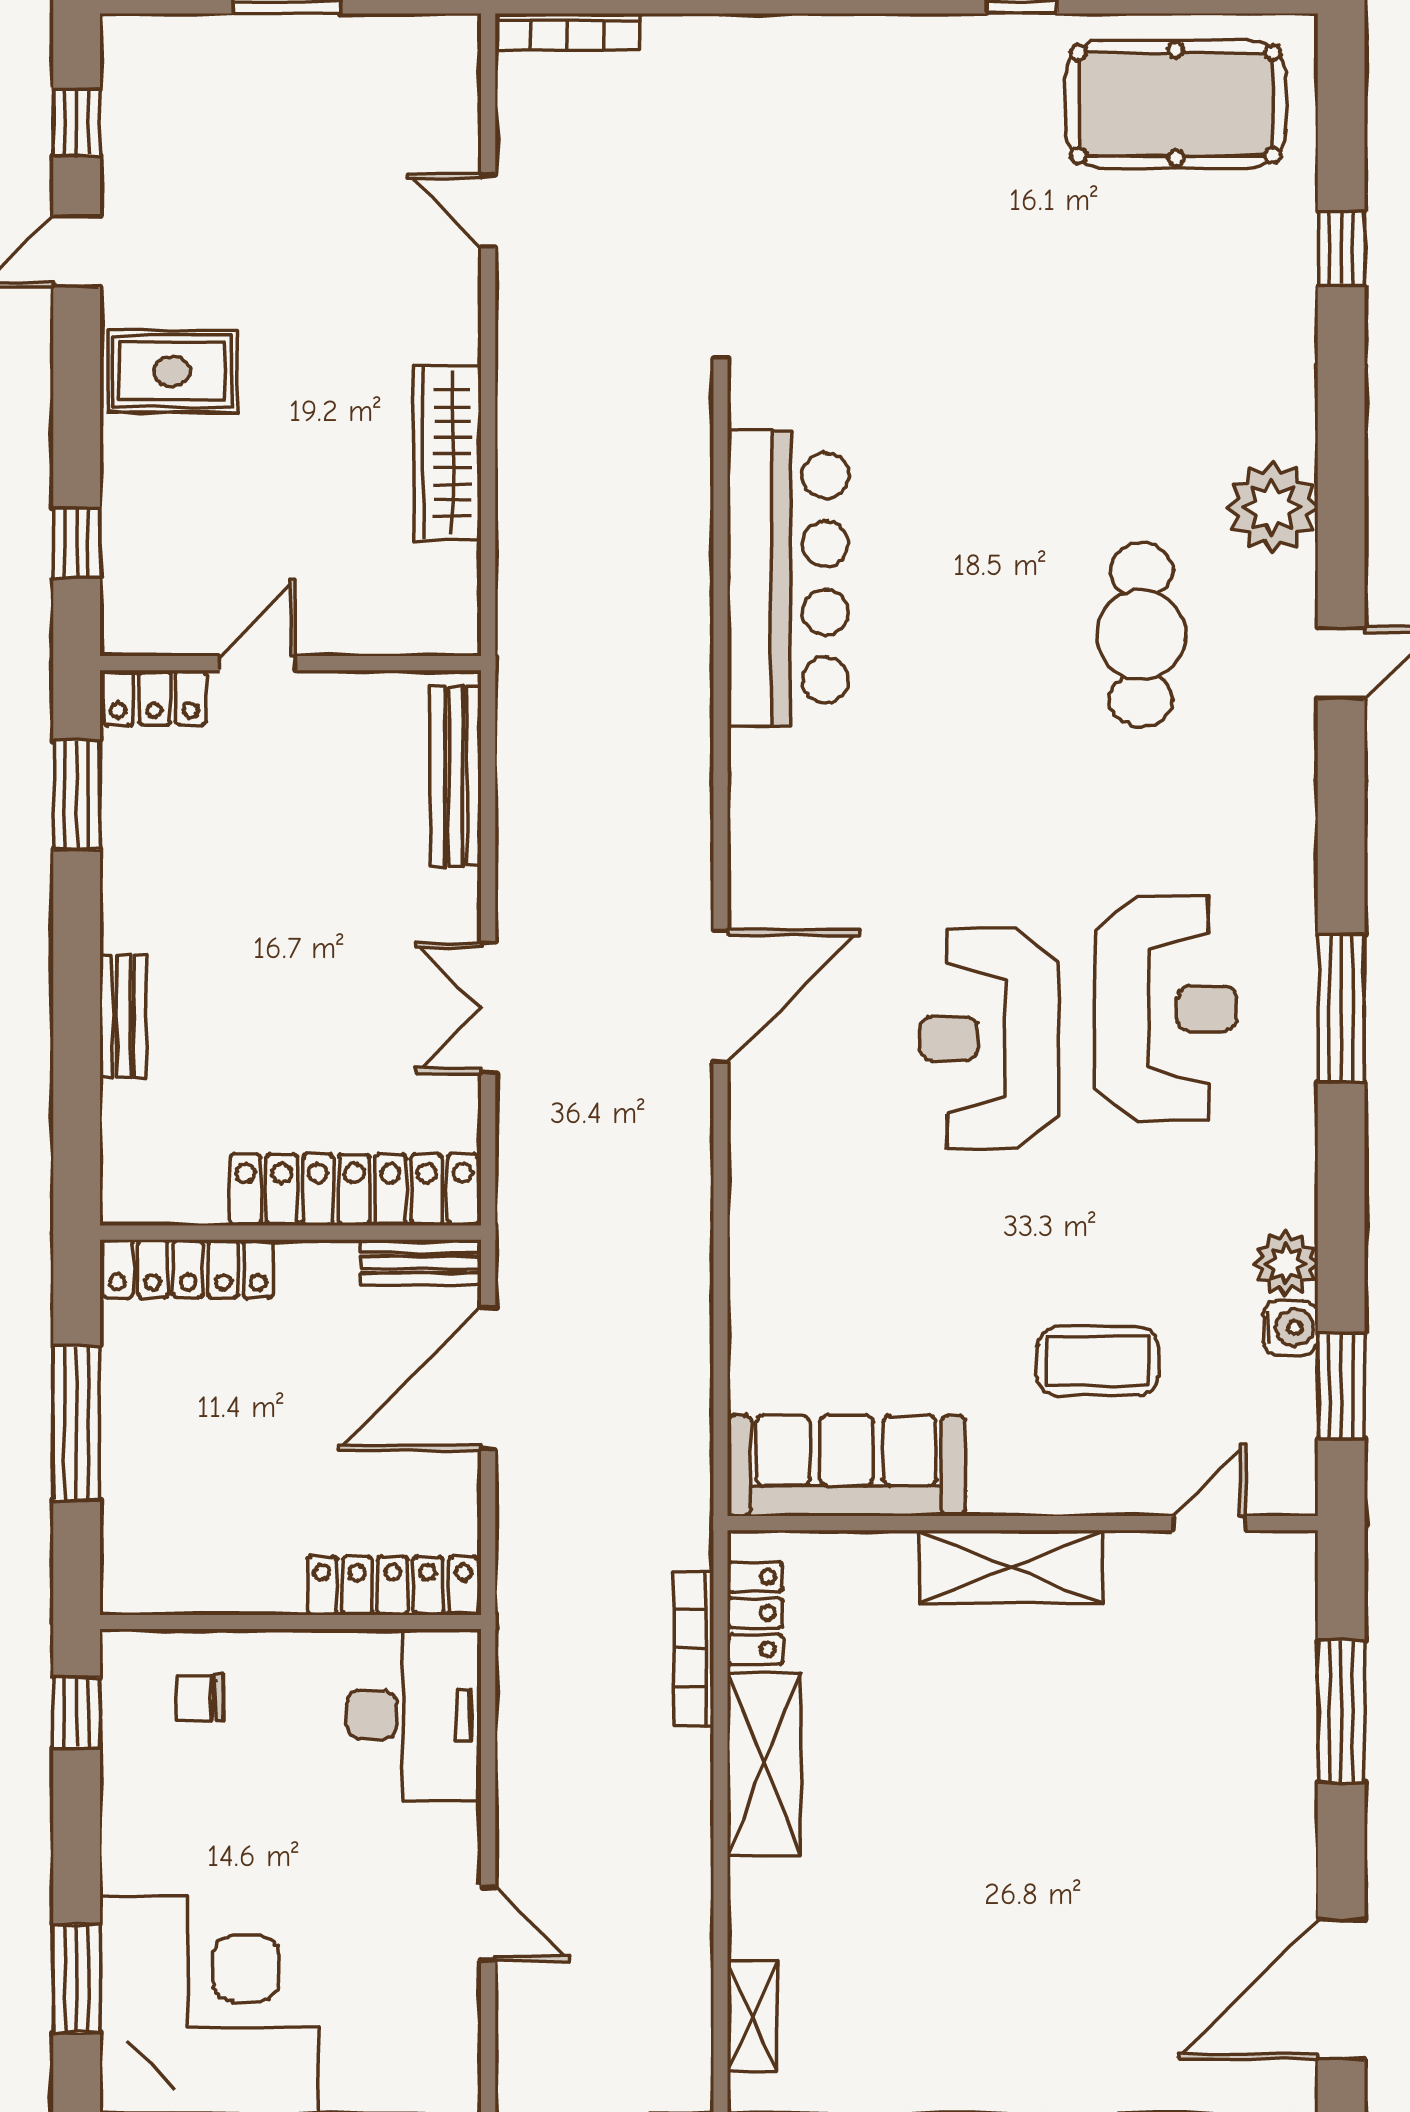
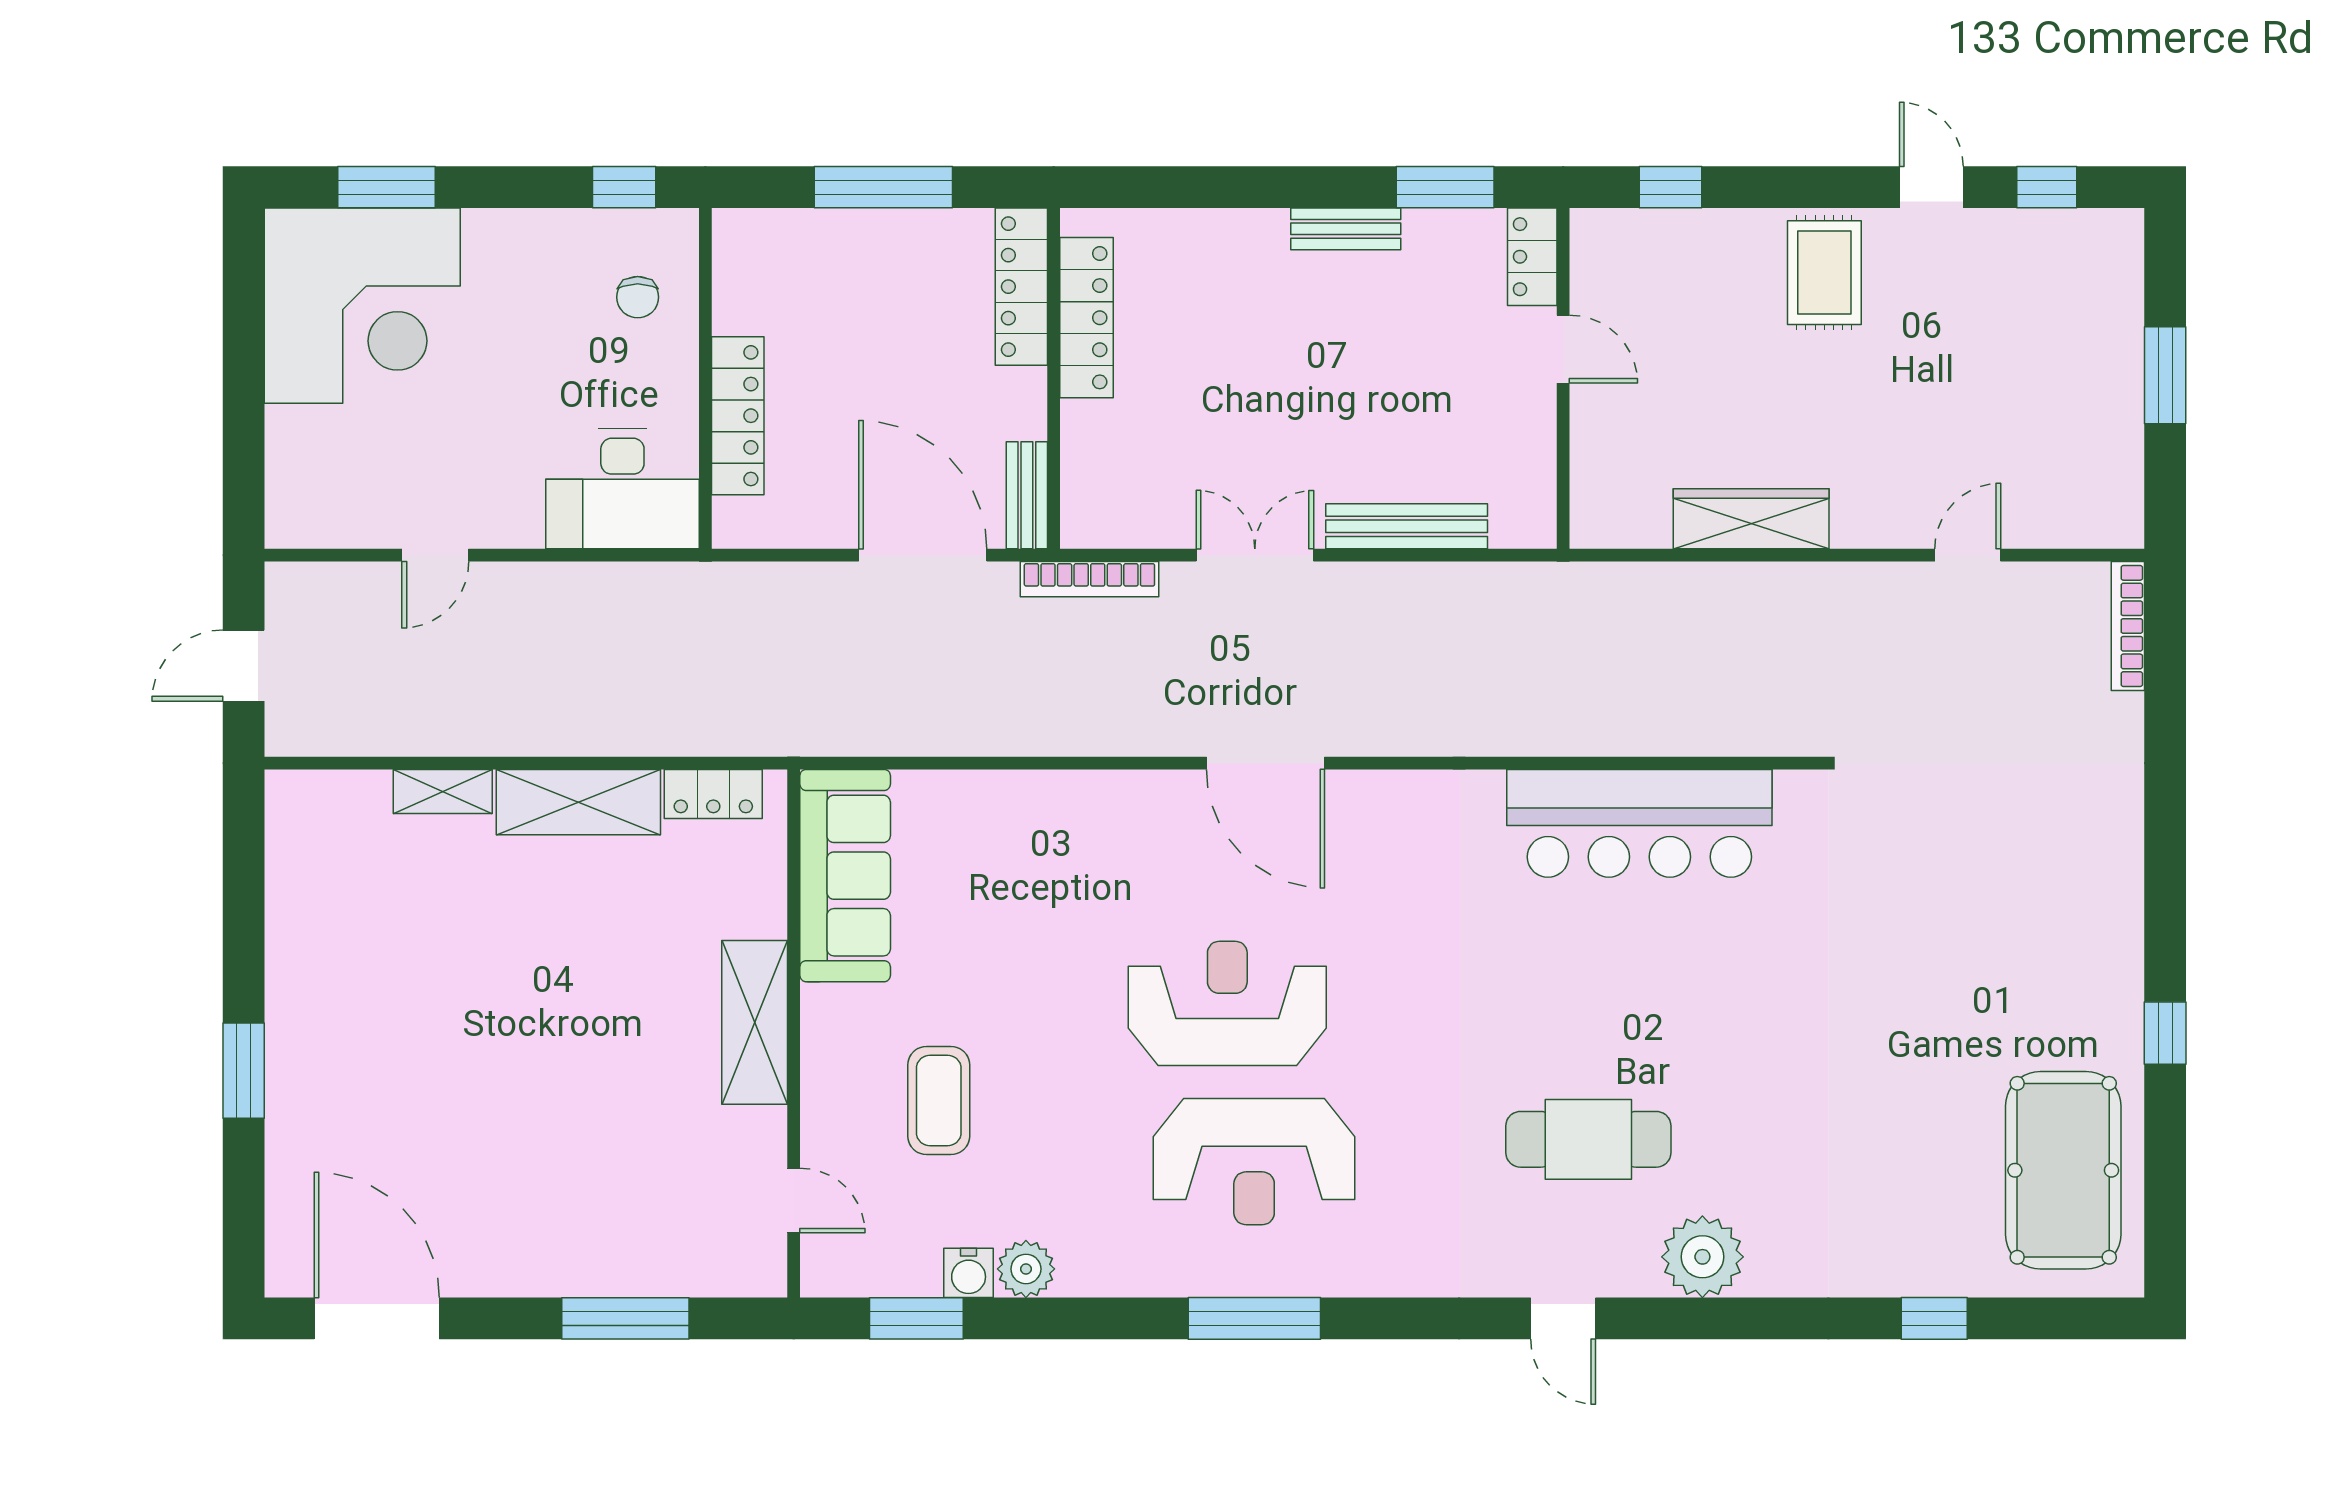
bench: (456, 776) -> (1407, 526), moved
bench: (123, 1016) -> (1346, 229), moved
locker: (354, 1190) -> (1086, 318), moved, width x0.71, depth x0.83
locker: (393, 1586) -> (738, 416), moved
bookcase: (694, 1649) -> (1089, 579), moved, turned 180
chair: (200, 1698) -> (638, 297), turned 180
shelving: (752, 2016) -> (443, 792), moved

